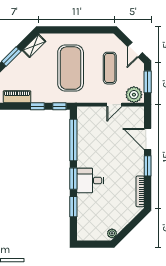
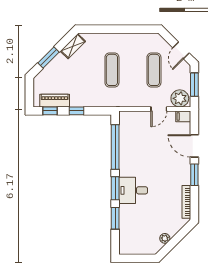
exercise mat: (71, 68) -> (112, 70), width x0.50, depth x0.69
window: (59, 106) -> (50, 111), moved
filing cabinet: (137, 111) -> (183, 116), added
plant: (112, 233) -> (165, 238), moved

